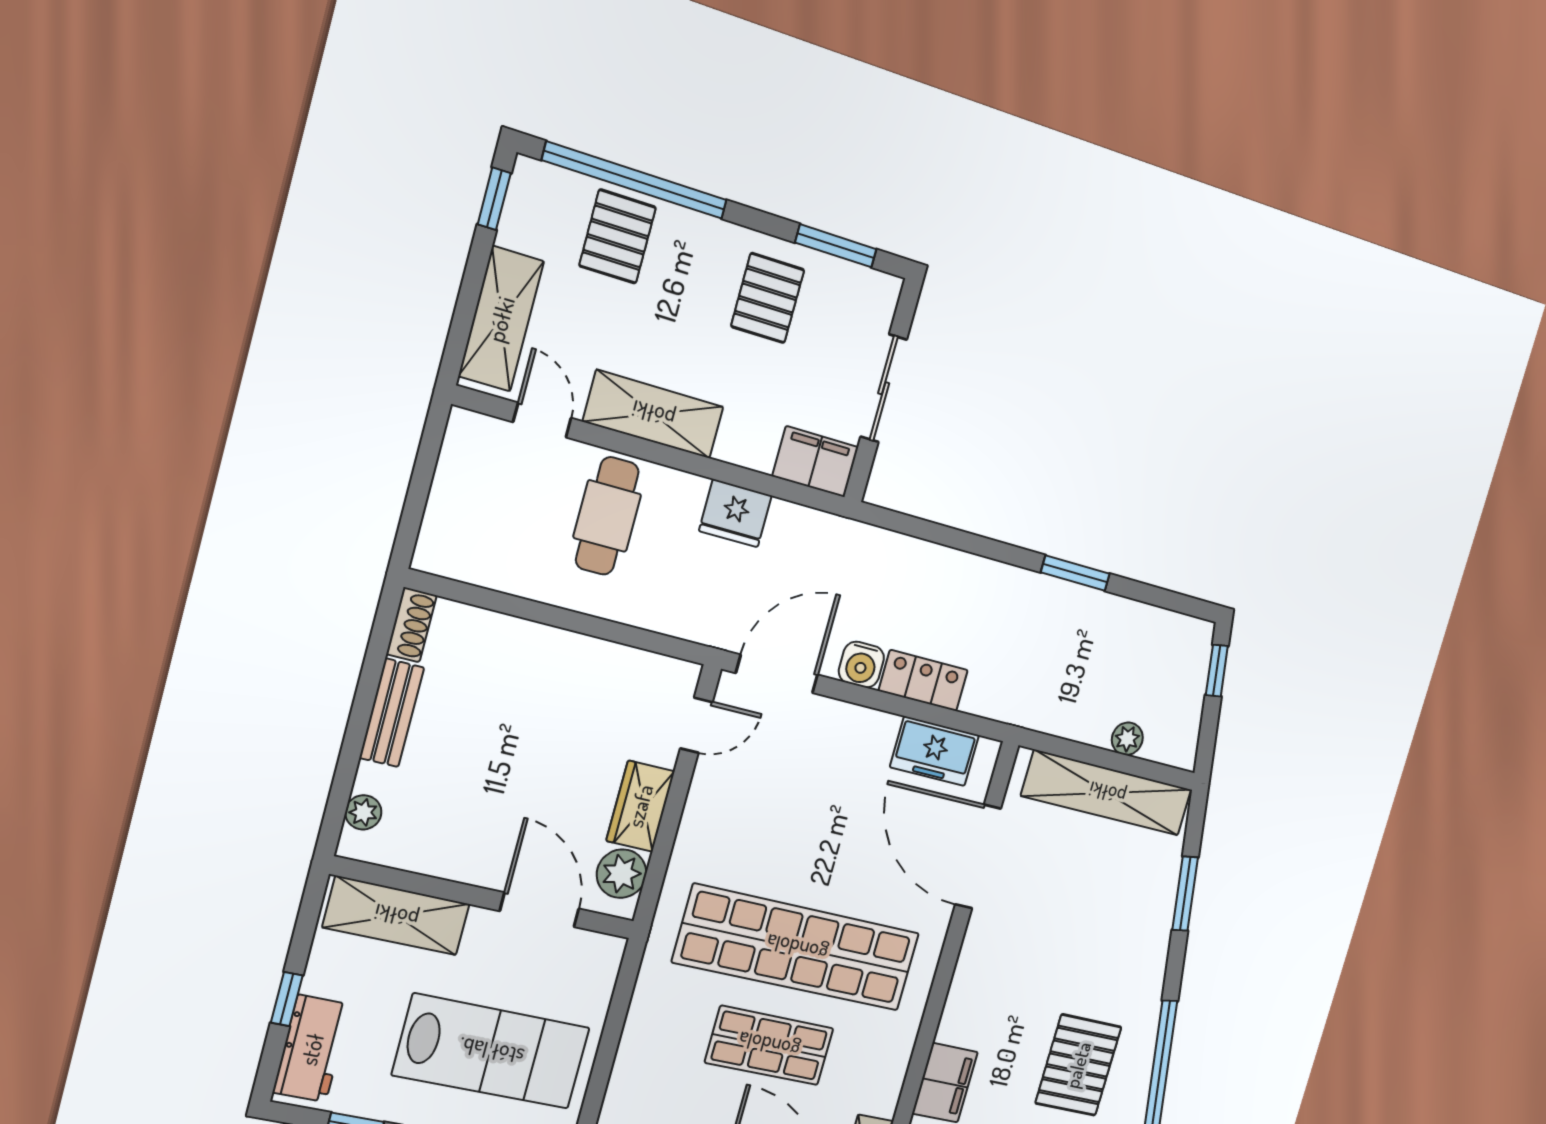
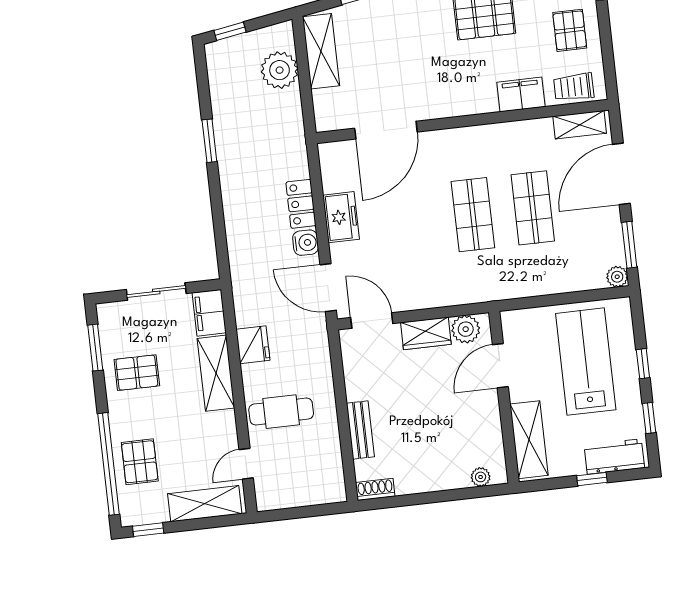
pallet: (618, 237) -> (140, 462), turned 90
shelving: (653, 414) -> (216, 373), moved
bench: (392, 713) -> (360, 430), moved, turned 90
door: (696, 725) -> (372, 321), width x1.38
plant: (1127, 739) -> (280, 70), width x1.87, depth x1.87
freezer: (934, 751) -> (341, 217), moved
shelving: (1107, 793) -> (321, 51), width x0.68
shop shelf: (797, 948) -> (473, 215), width x0.50, depth x0.74

